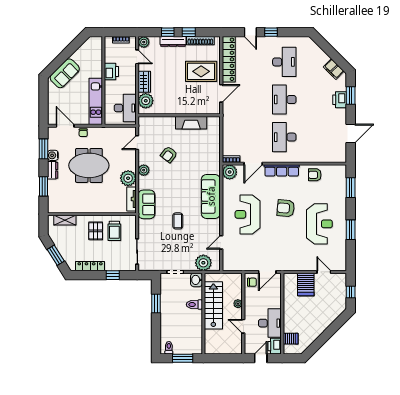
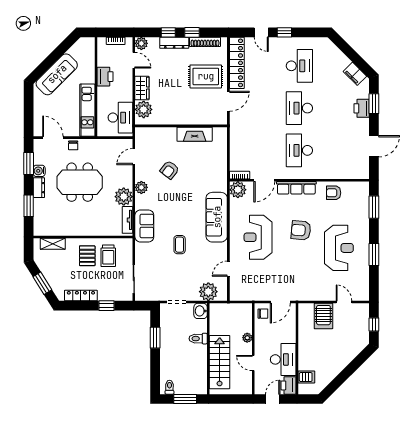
sofa: (65, 73) -> (57, 74), width x1.36
stairs: (213, 305) -> (220, 362), moved

